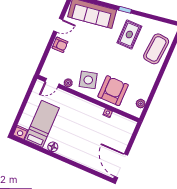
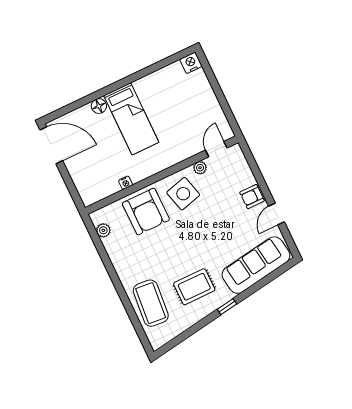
rug: (129, 34) -> (194, 287), turned 90
bed: (42, 124) -> (131, 119), moved
floor lamp: (53, 147) -> (99, 106), moved

